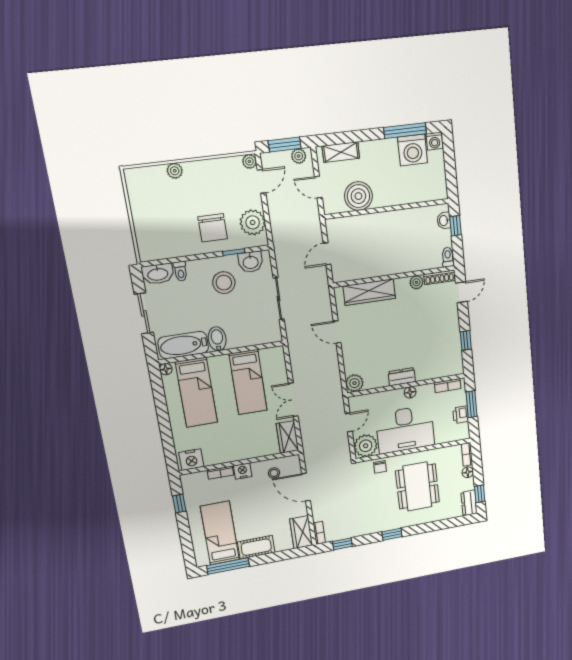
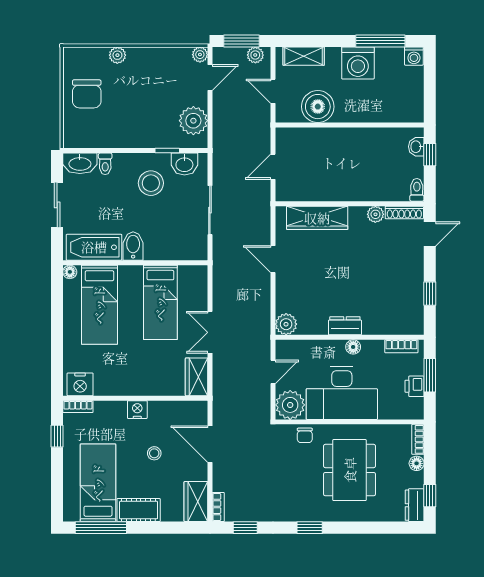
washing machine: (413, 150) -> (358, 63), moved
chair: (213, 228) -> (87, 94), moved
bookcase: (220, 473) -> (78, 407), moved
stool: (274, 473) -> (154, 453), moved

